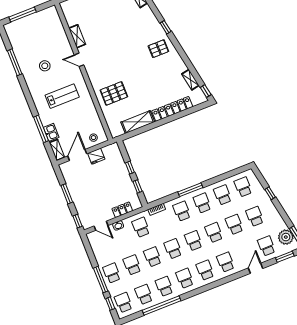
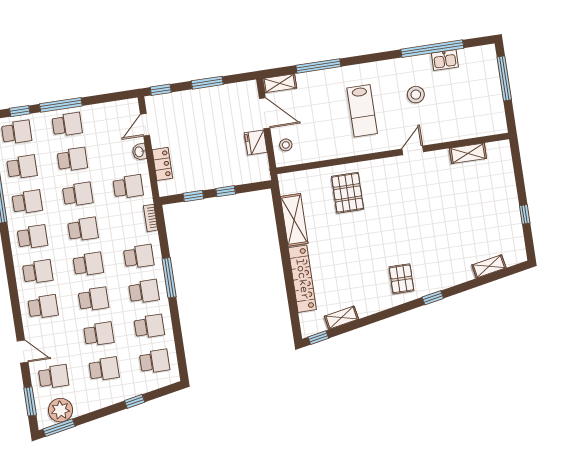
shelving: (77, 36) -> (468, 153), moved
window: (15, 62) -> (432, 49), width x1.46
kitchen sink: (51, 132) -> (445, 60), moved

